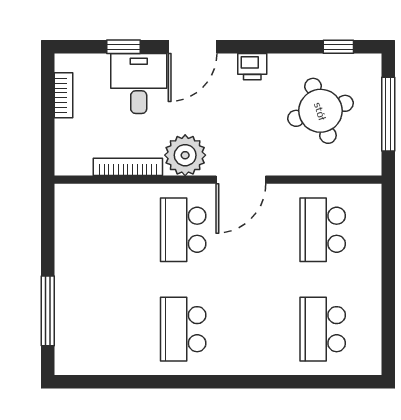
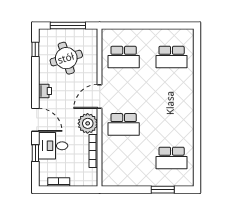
door: (241, 180) -> (100, 96), swing flipped
window: (48, 311) -> (163, 190), width x0.69
school desk: (183, 329) -> (172, 158), moved

